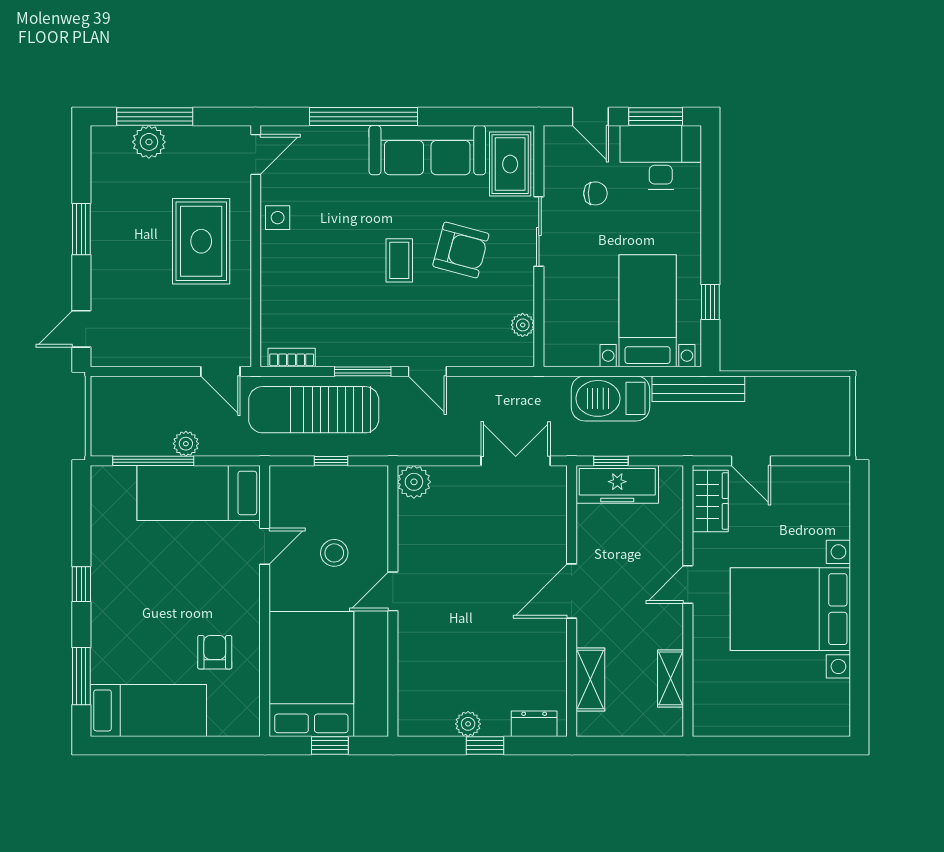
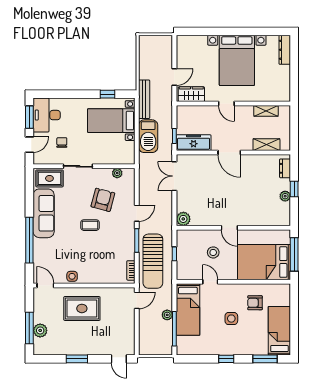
armchair: (461, 250) -> (103, 200), moved
freezer: (617, 484) -> (194, 143), moved, turned -90
side table: (177, 596) -> (231, 319), added
dresser: (816, 723) -> (285, 50), added
window: (330, 745) -> (294, 254), width x2.17

